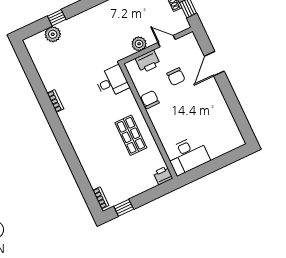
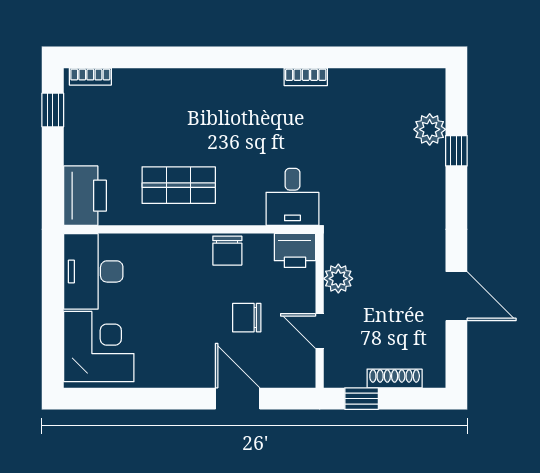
door: (167, 41) -> (320, 331), swing flipped
printer: (148, 61) -> (295, 250), moved, turned -90
chair: (150, 100) -> (227, 251), turned 90
corner desk: (220, 137) -> (99, 347), added
printer: (163, 175) -> (85, 196), width x1.87, depth x1.48

